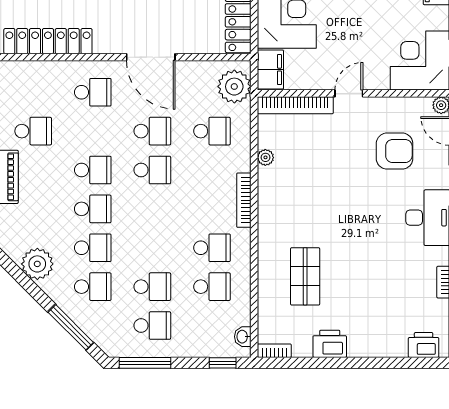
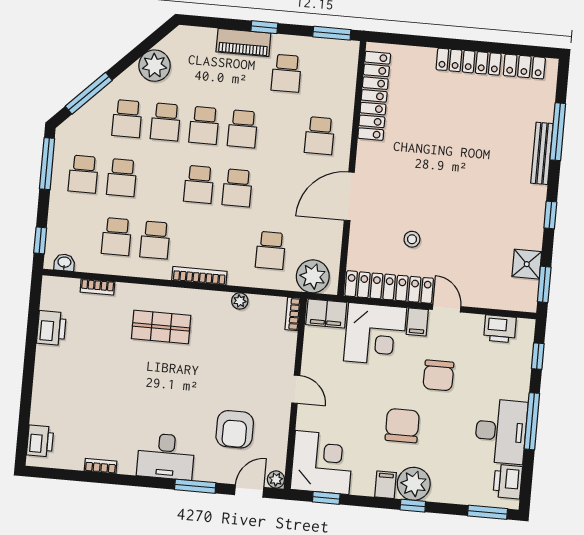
bookcase: (295, 105) -> (293, 314), width x0.43, depth x0.76
school desk: (152, 131) -> (199, 184), moved
shop shelf: (305, 276) -> (161, 327), moved
printer: (330, 344) -> (51, 328), moved
bookcase: (274, 351) -> (97, 287), moved, turned 90

